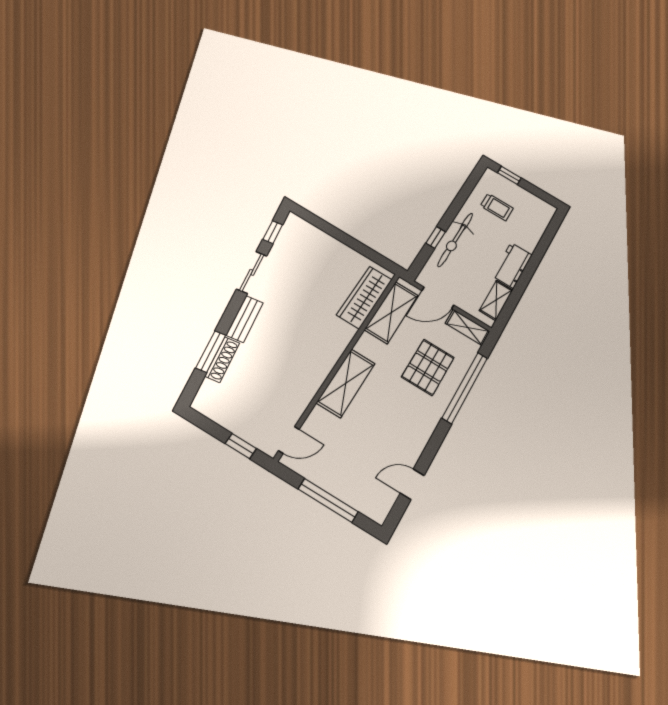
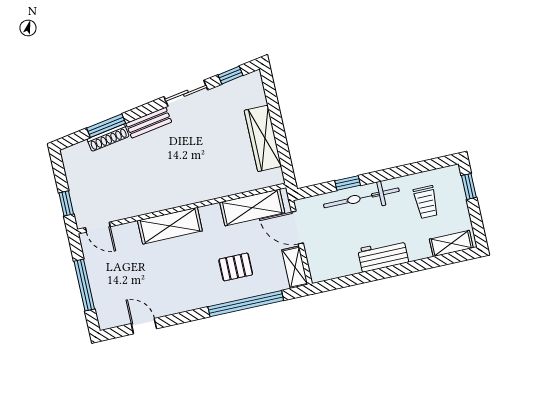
wardrobe: (365, 297) -> (263, 138), moved, turned -90
shelving: (496, 300) -> (451, 244), moved
pallet: (428, 367) -> (236, 267), width x0.67, depth x0.71

